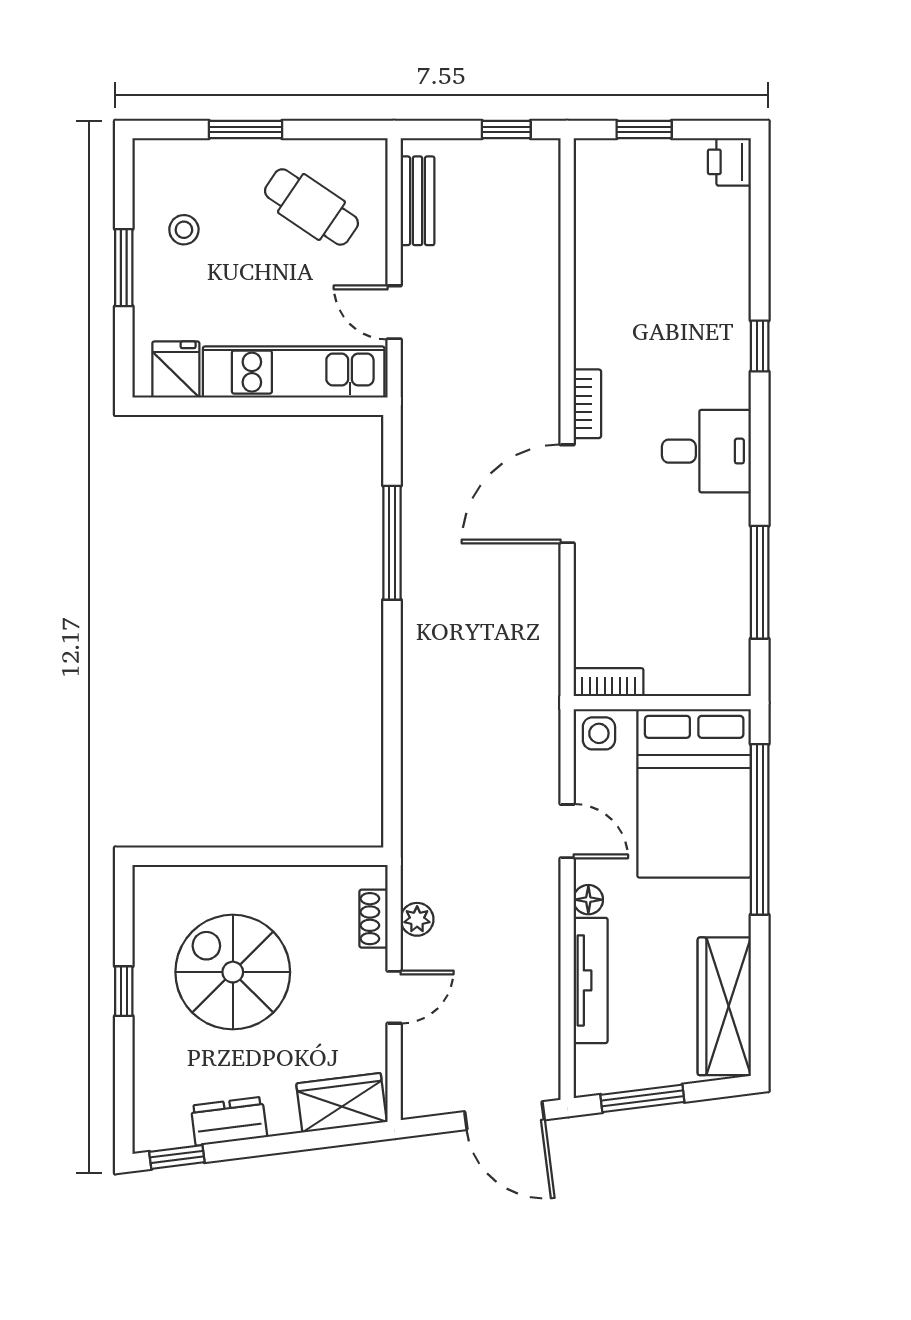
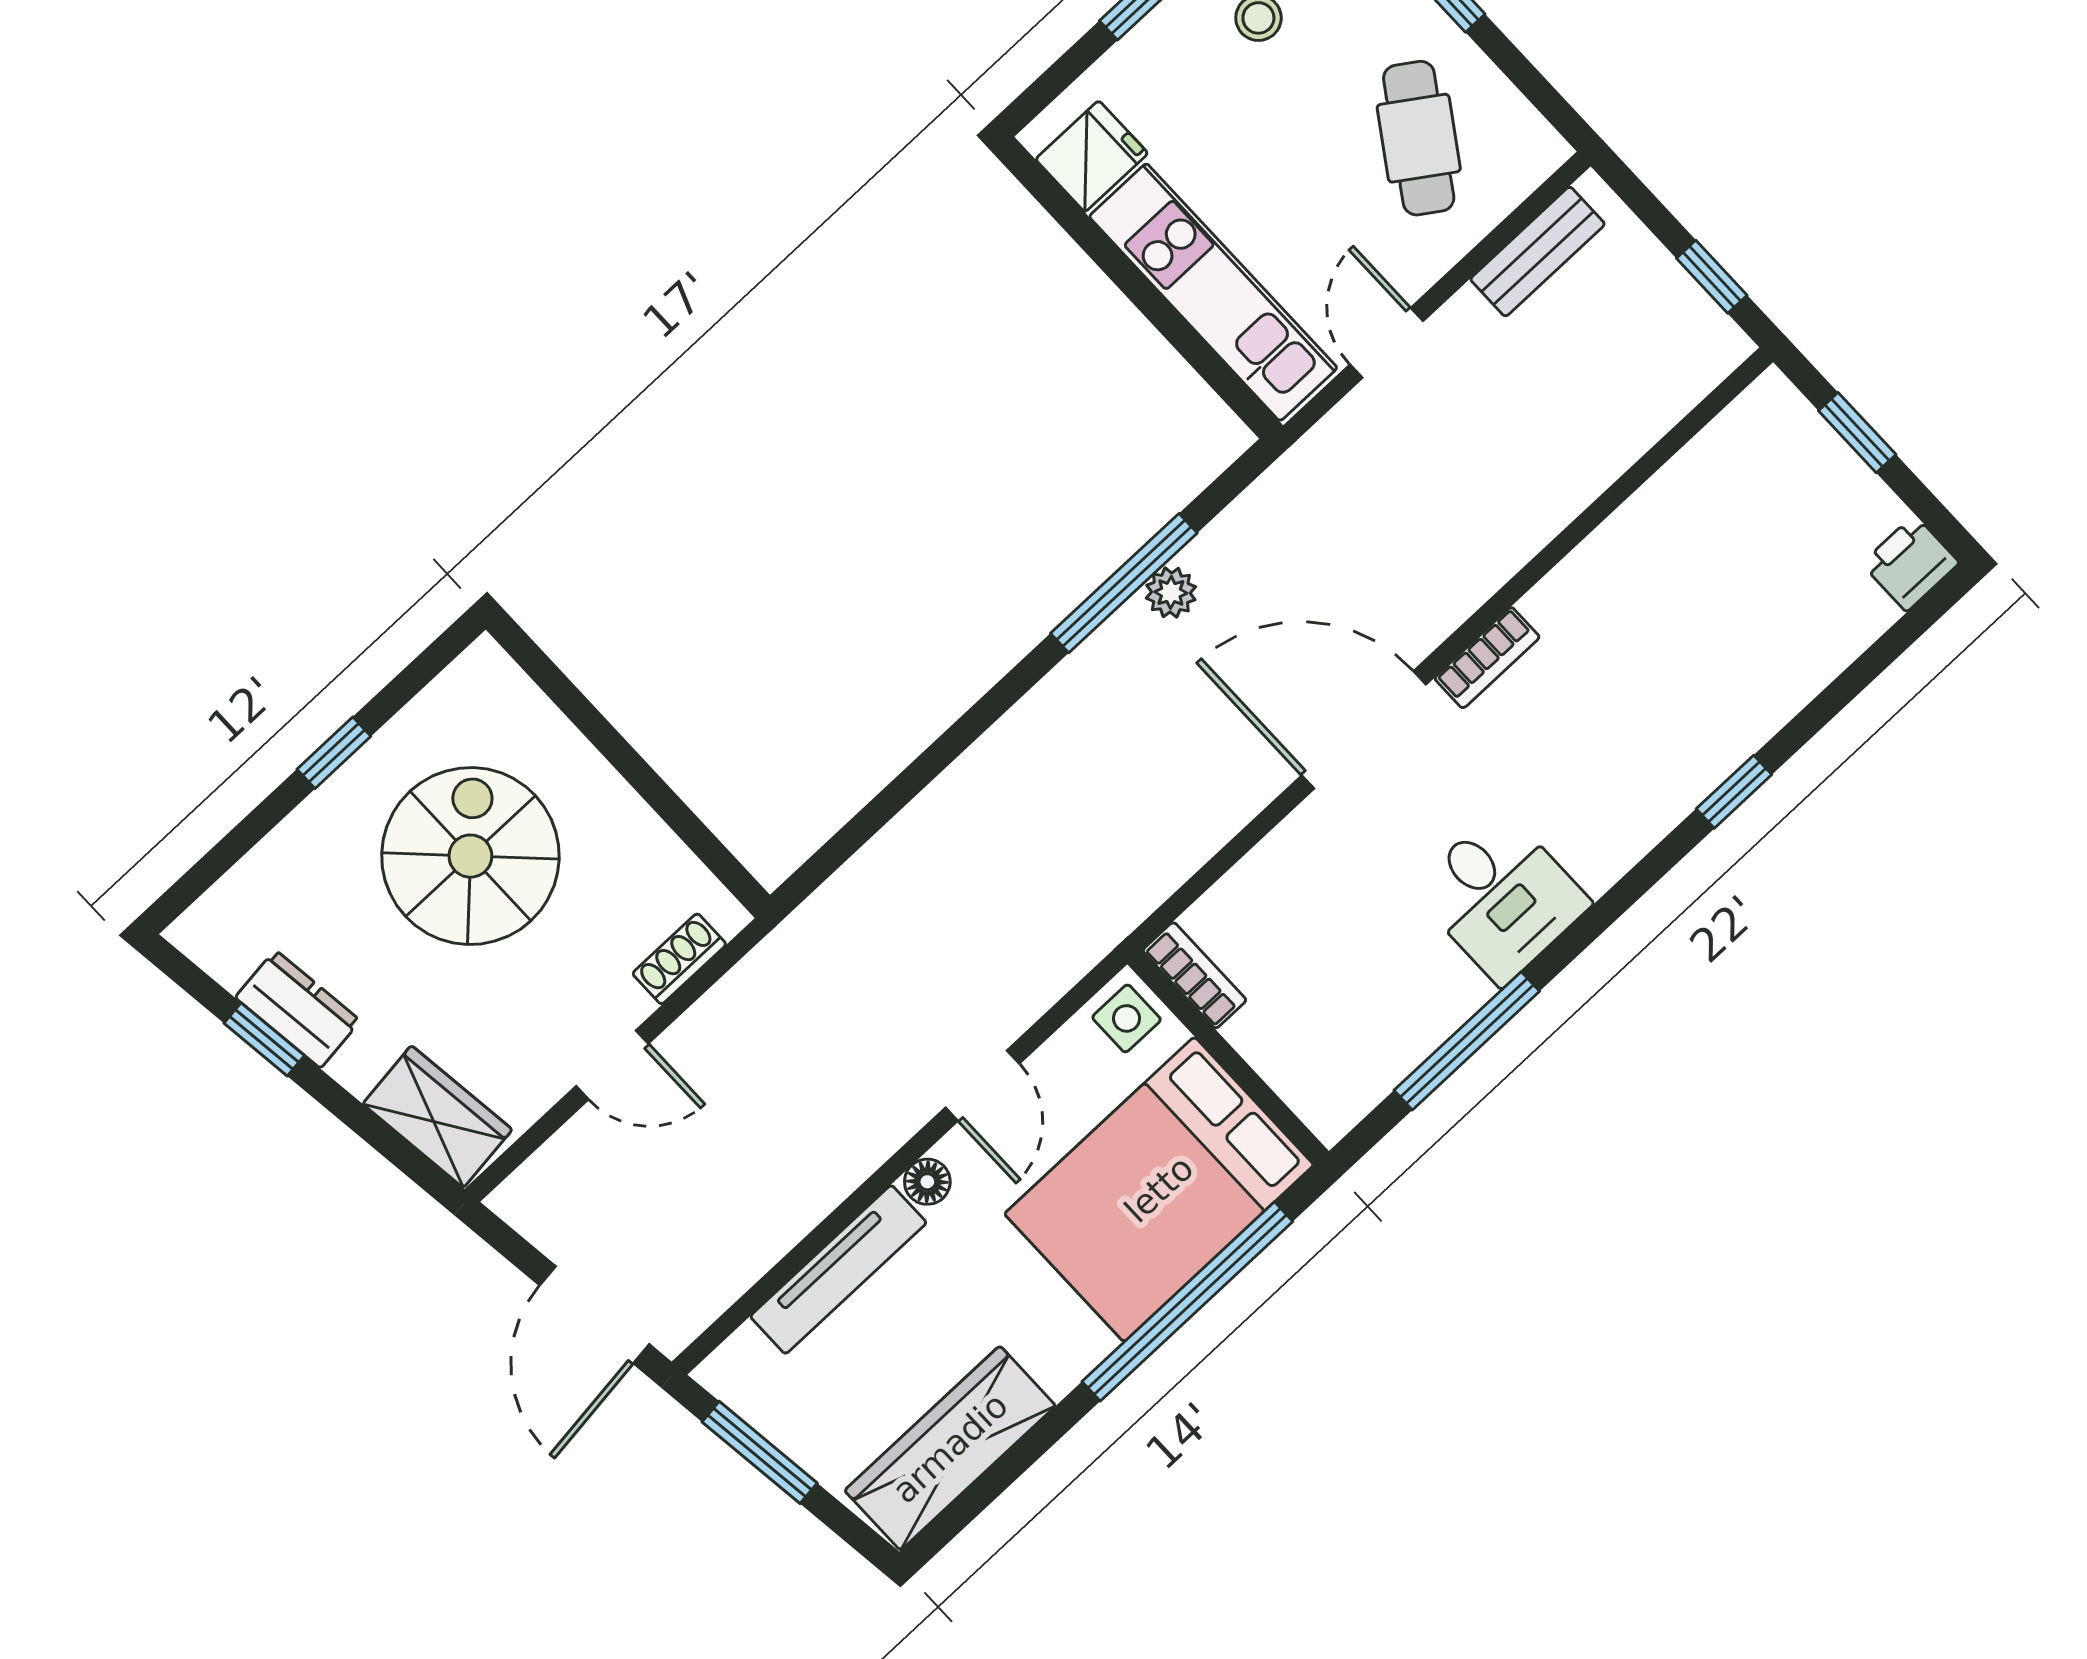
desk: (706, 451) -> (1501, 897), moved
plant: (417, 919) -> (1171, 592), moved
window: (177, 1157) -> (264, 1039), moved

